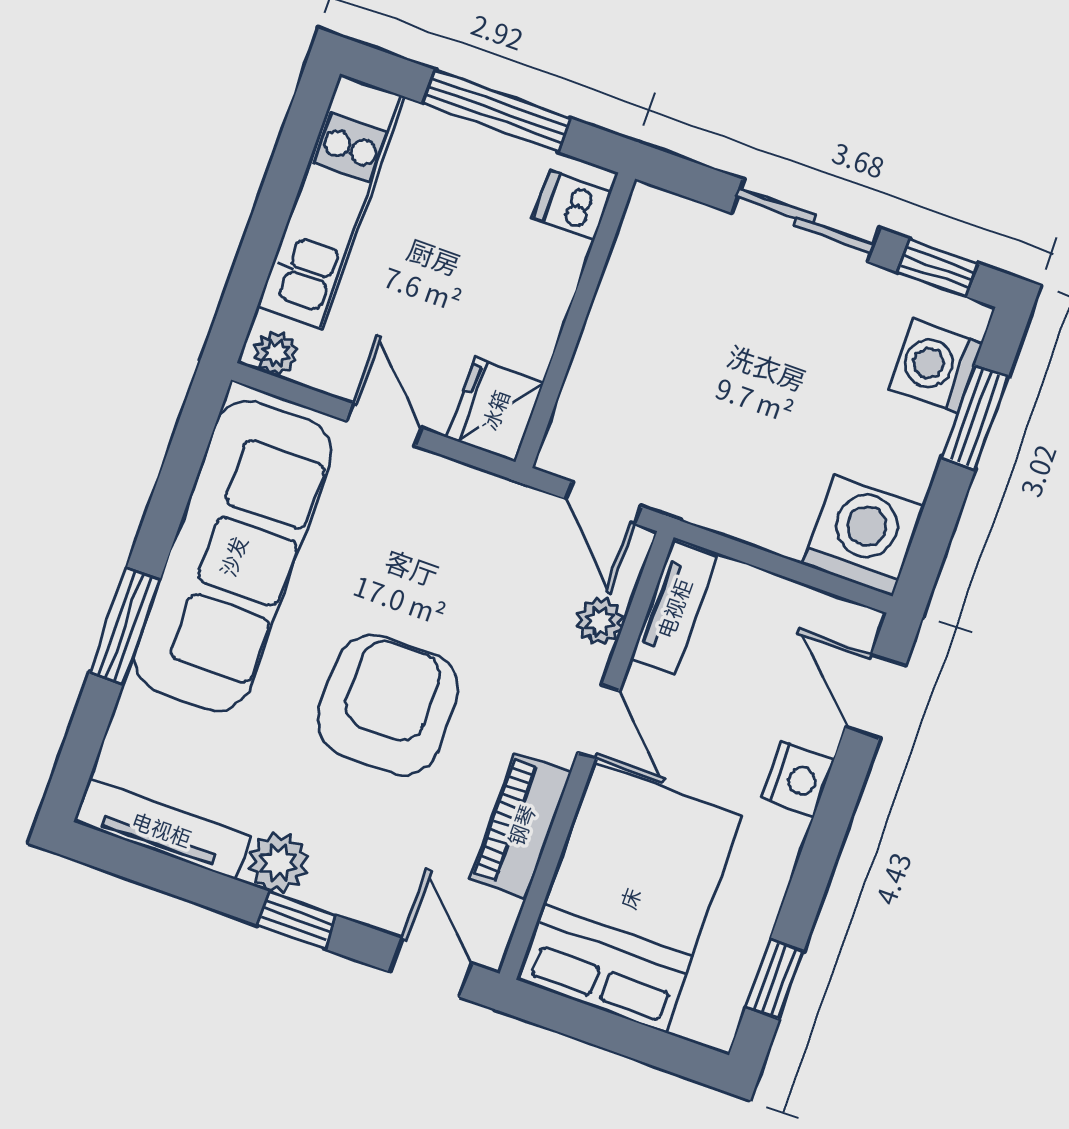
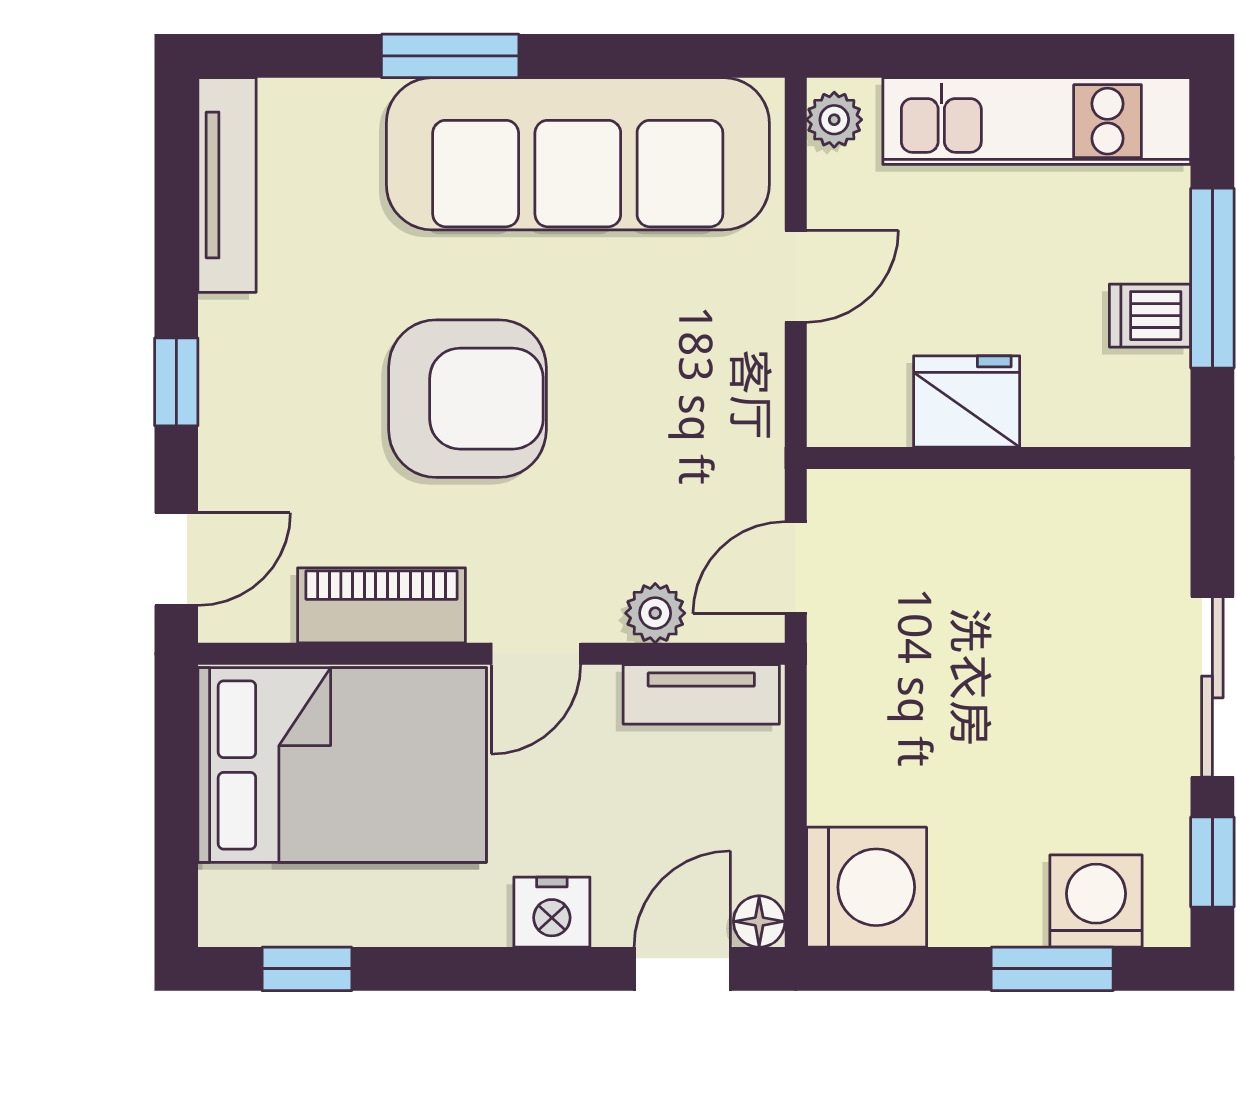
dishwasher: (572, 205) -> (1150, 316), moved, turned -90
fridge: (495, 410) -> (967, 402), moved
floor lamp: (860, 625) -> (759, 921), added
plant: (278, 863) -> (236, 336), removed

